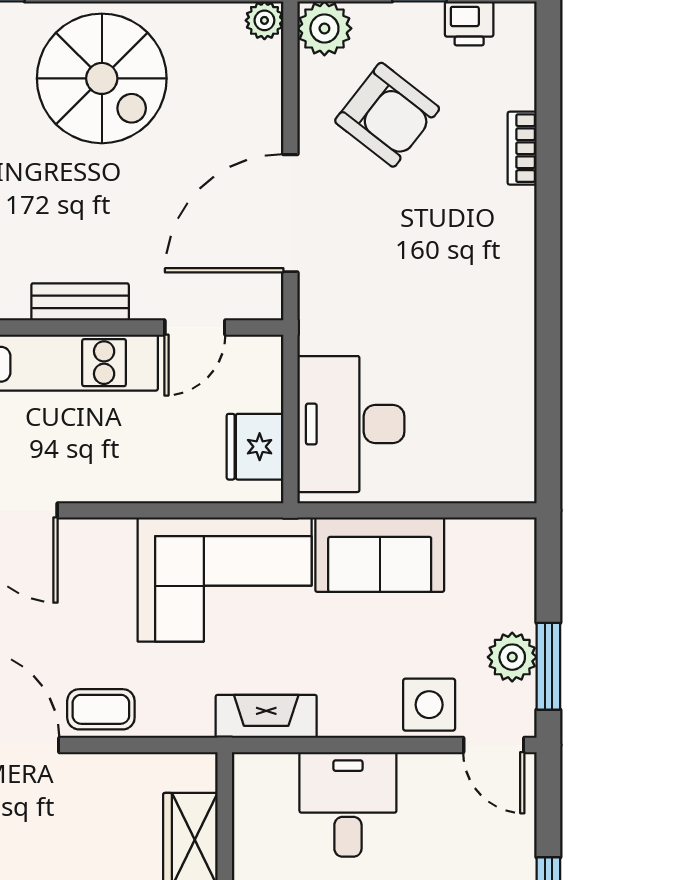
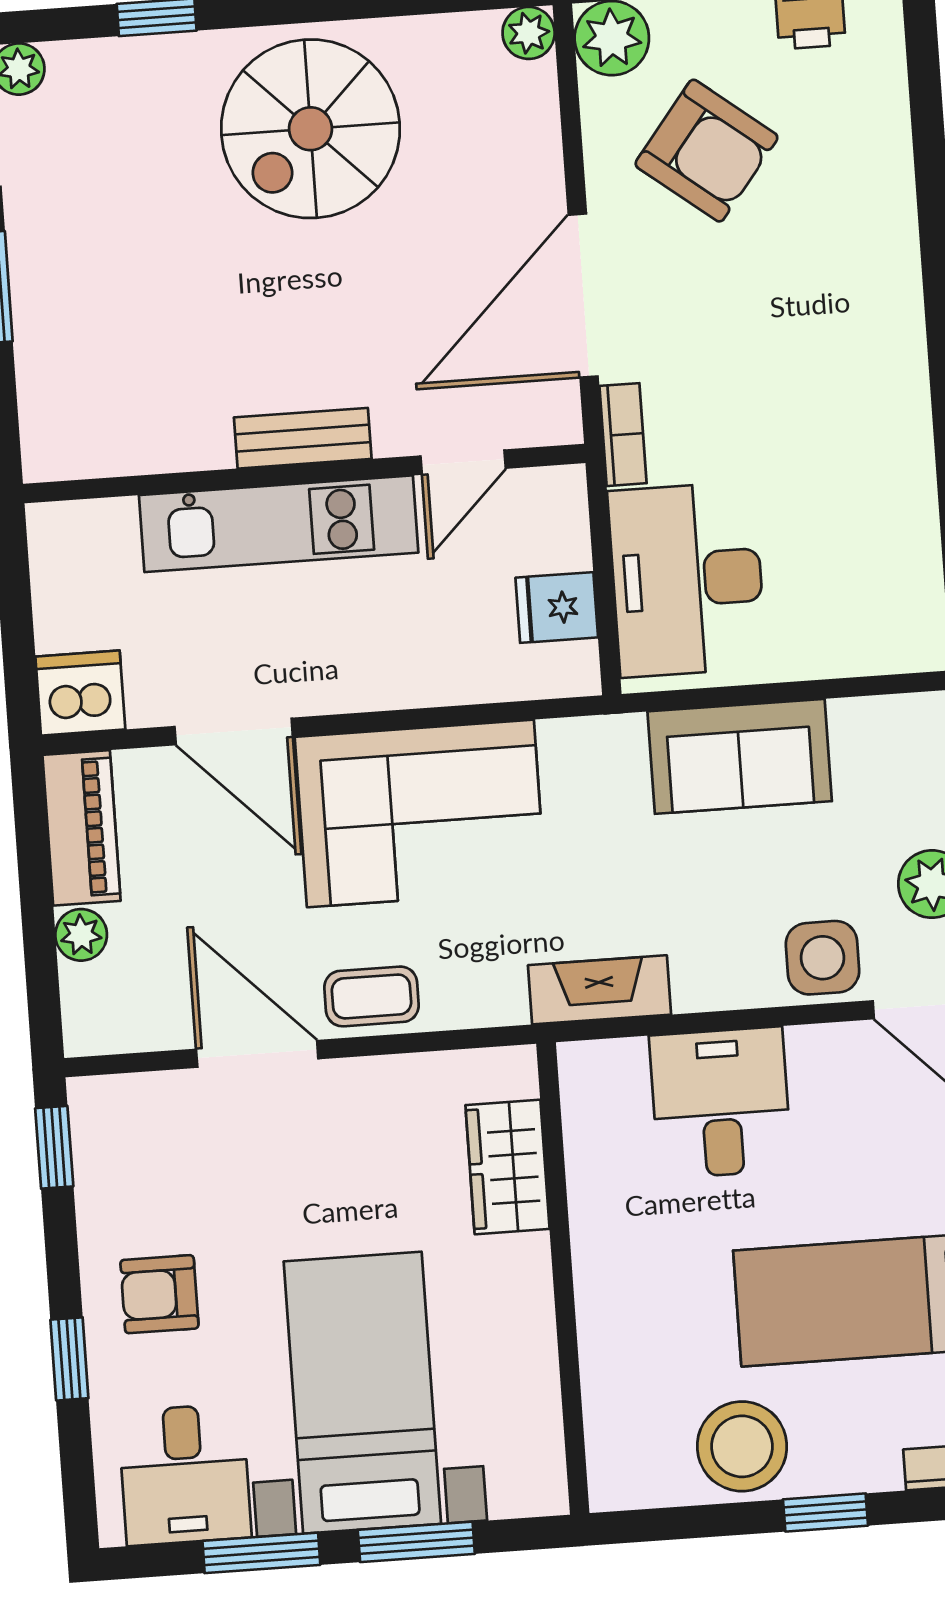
spiral stairs: (102, 78) -> (311, 129), turned 90
bookcase: (522, 148) -> (623, 435), moved, turned 180
fridge: (255, 447) -> (557, 608), width x0.72
corner sofa: (225, 579) -> (420, 813), moved

